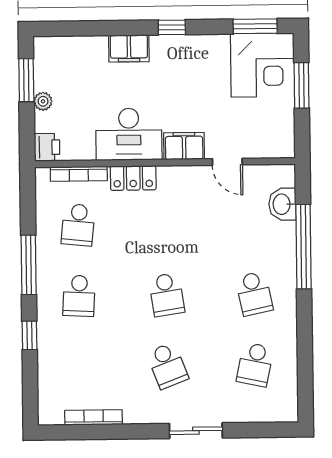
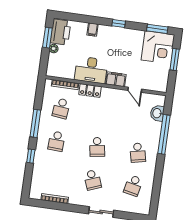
filing cabinet: (129, 48) -> (93, 30), width x0.50
printer: (47, 147) -> (60, 32), moved, width x1.87, depth x1.48

